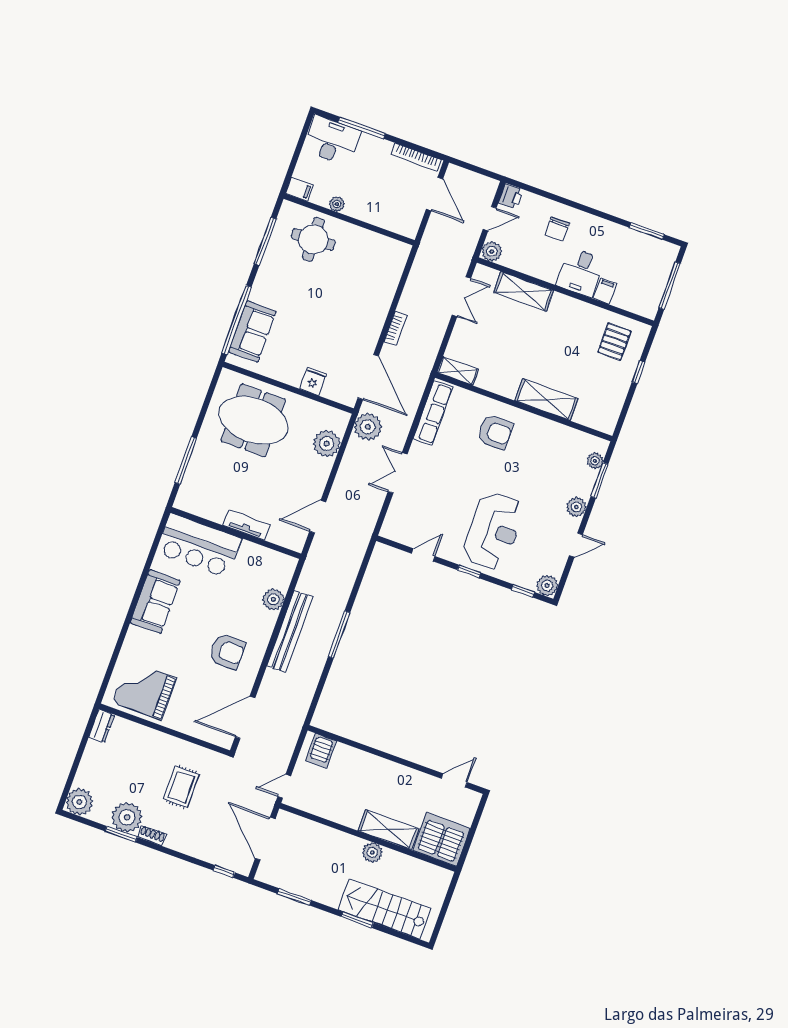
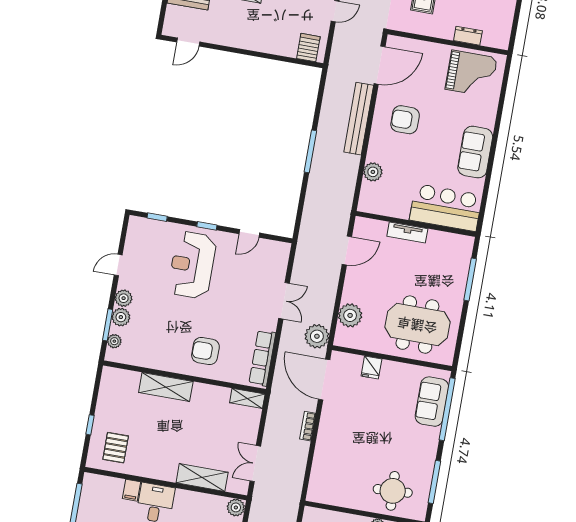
plant: (547, 586) -> (121, 317), moved
bench: (290, 631) -> (359, 119), moved
dresser: (102, 726) -> (468, 36), moved, turned 90

